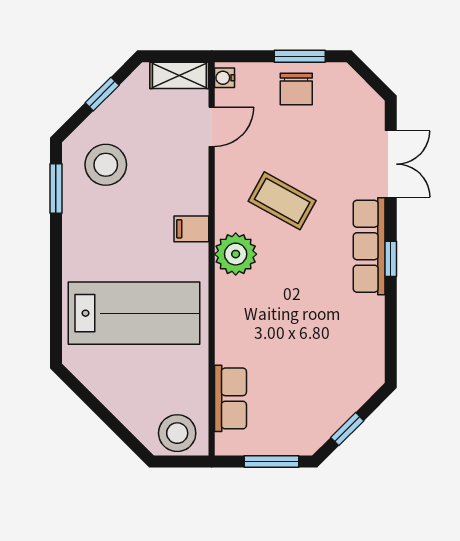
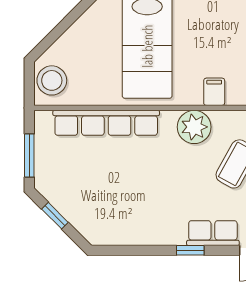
row of seats: (369, 246) -> (213, 233), width x0.68
row of seats: (230, 398) -> (106, 123), width x2.02

